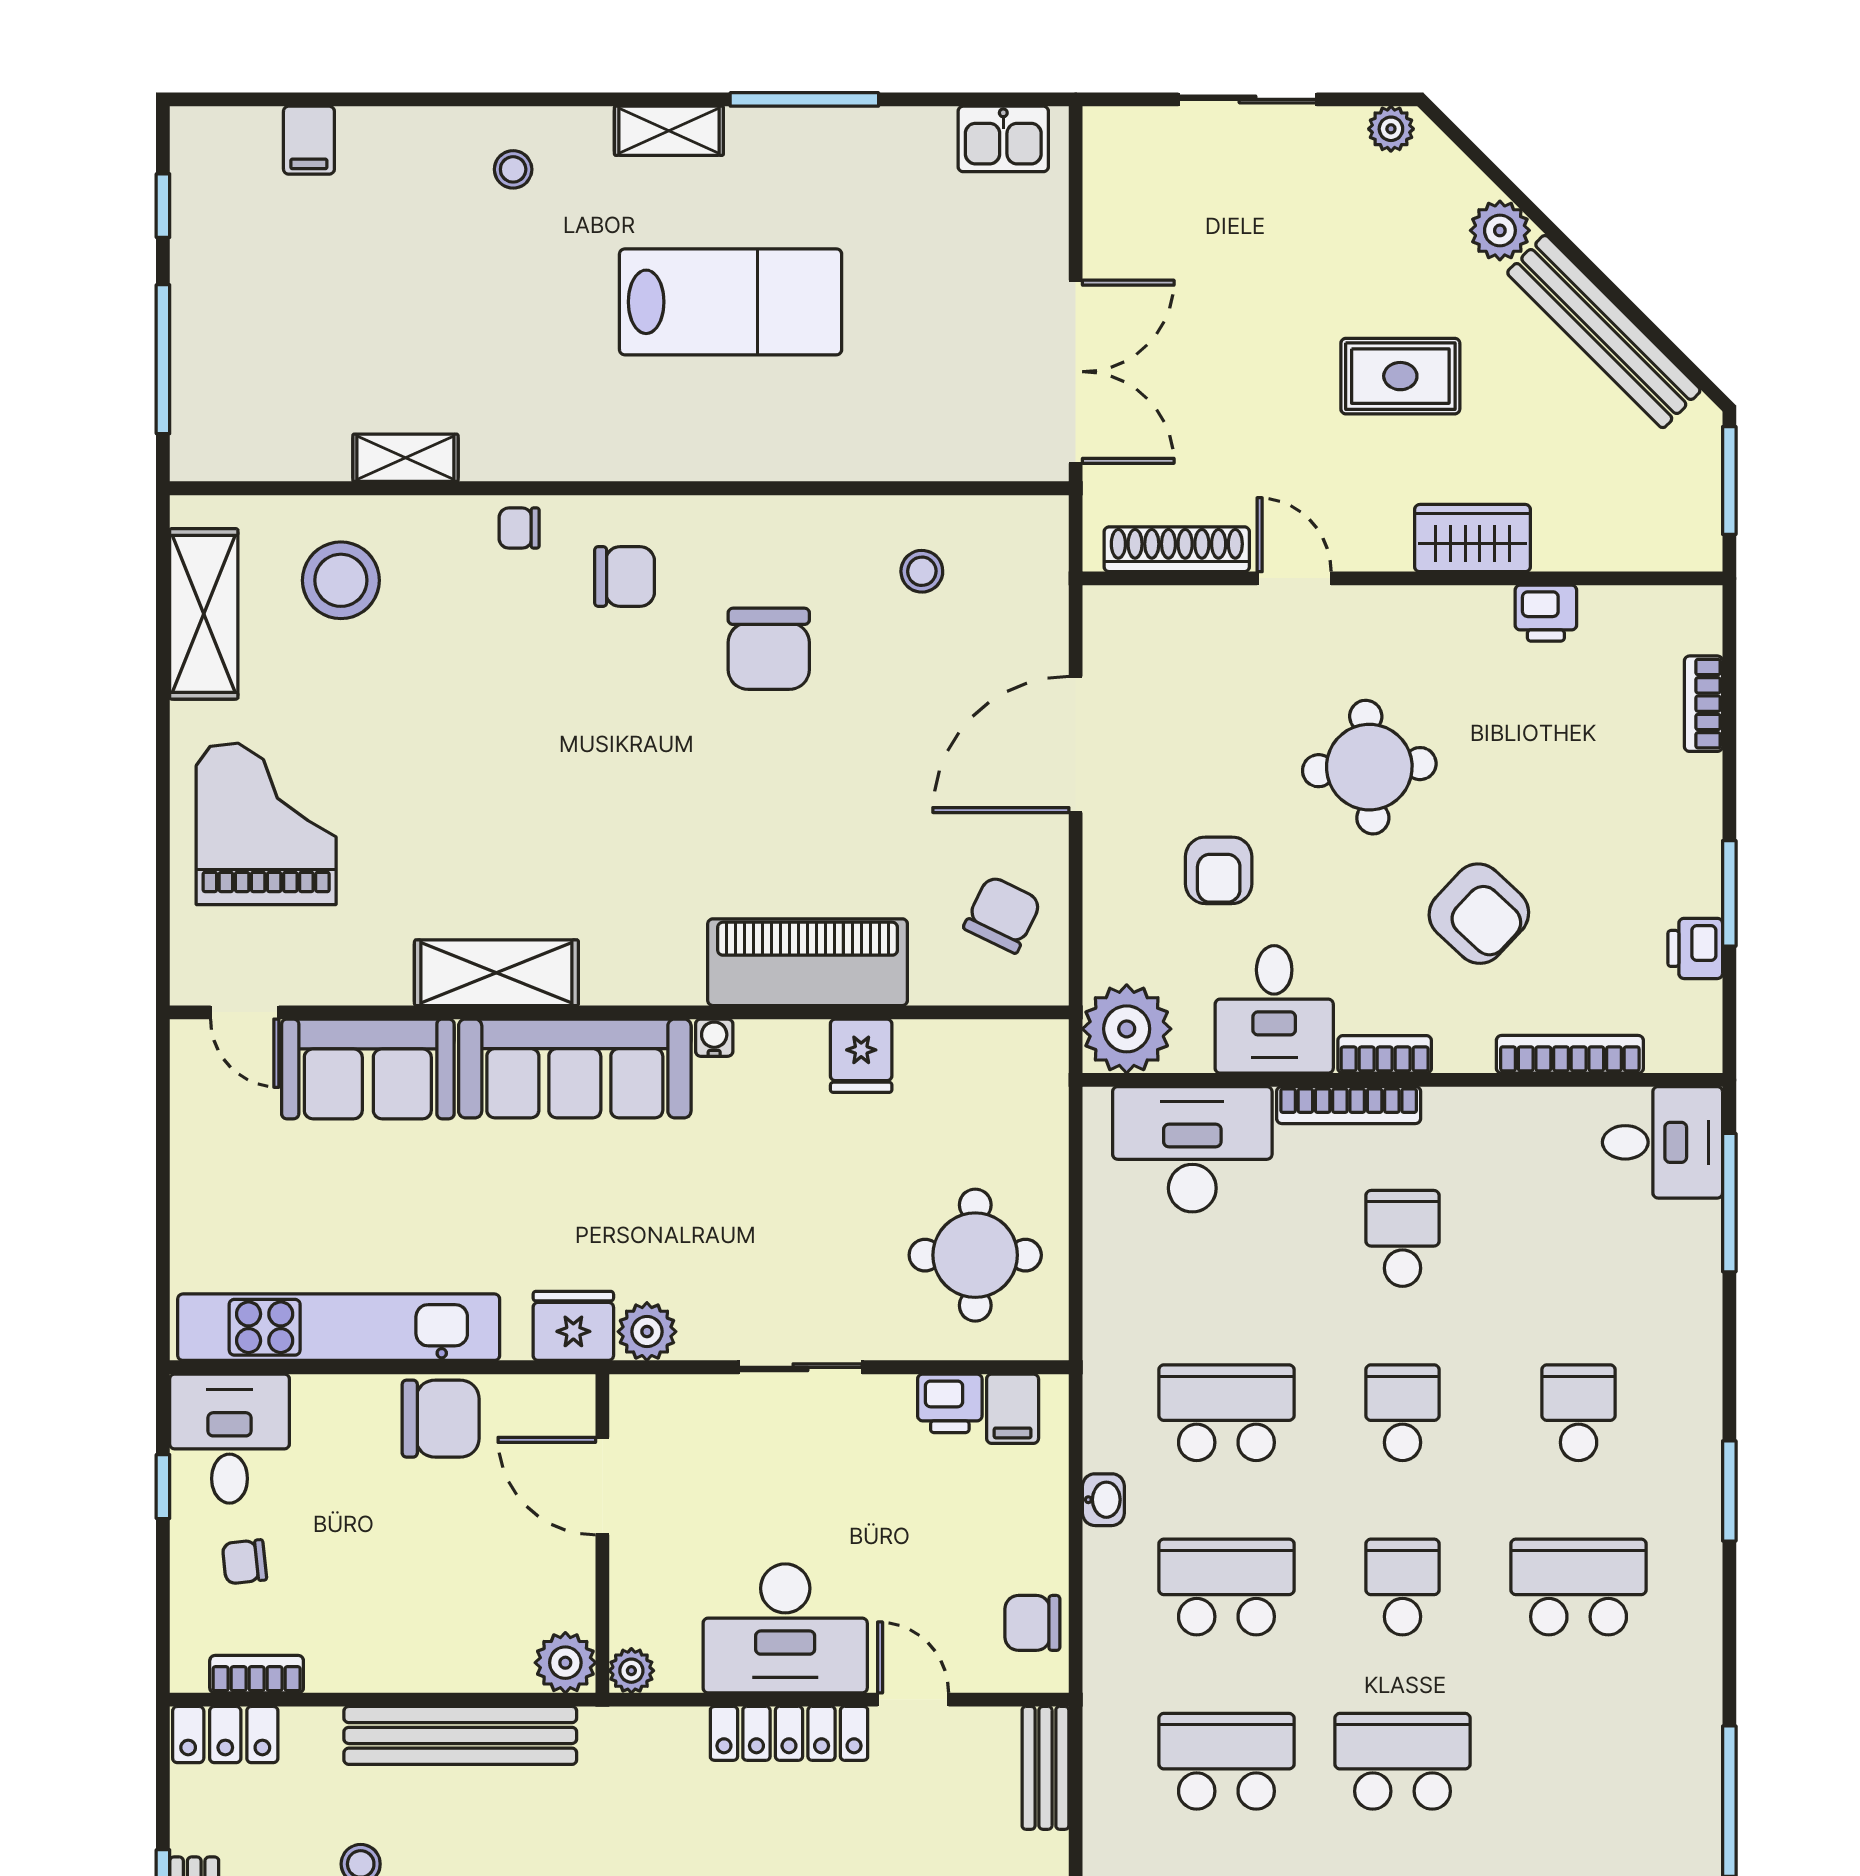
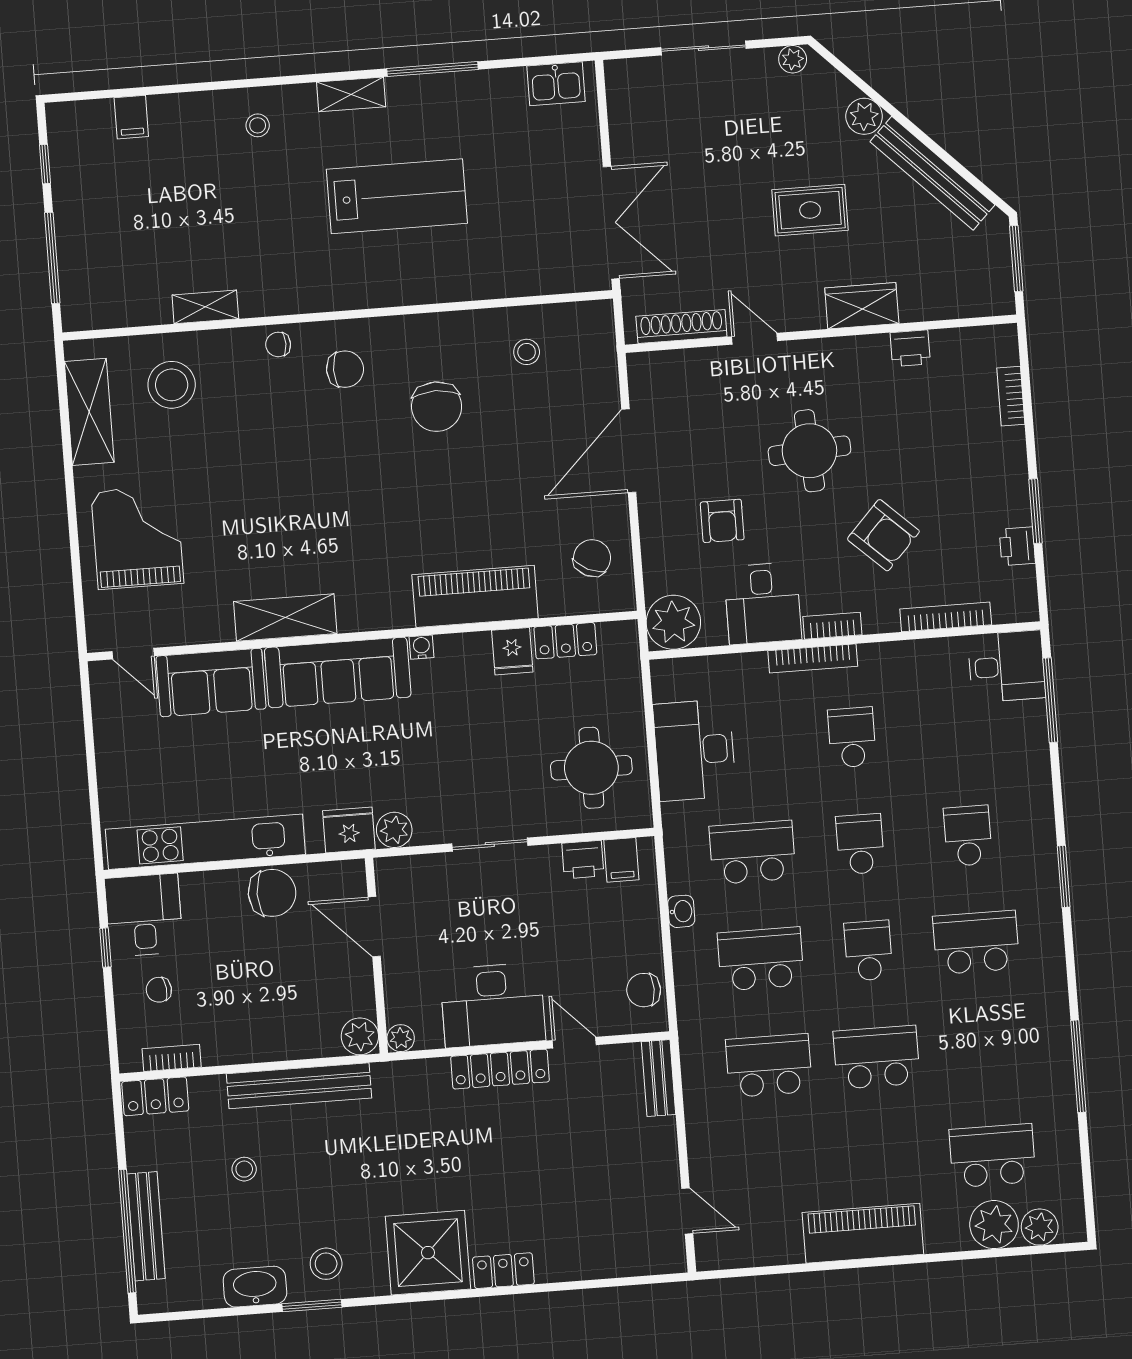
locker: (949, 1045) -> (565, 641), added
desk: (1192, 1149) -> (695, 750), moved, turned -90

